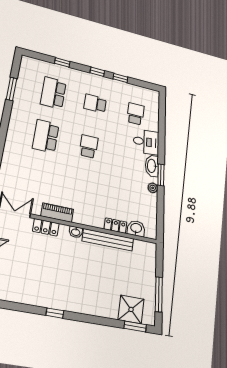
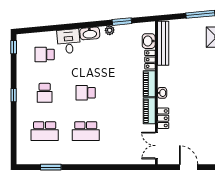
window: (62, 62) -> (14, 128), removed
window: (120, 78) -> (14, 47), moved
window: (161, 175) -> (122, 22), moved
piano: (88, 219) -> (149, 84), added
bench: (108, 240) -> (163, 43), moved

